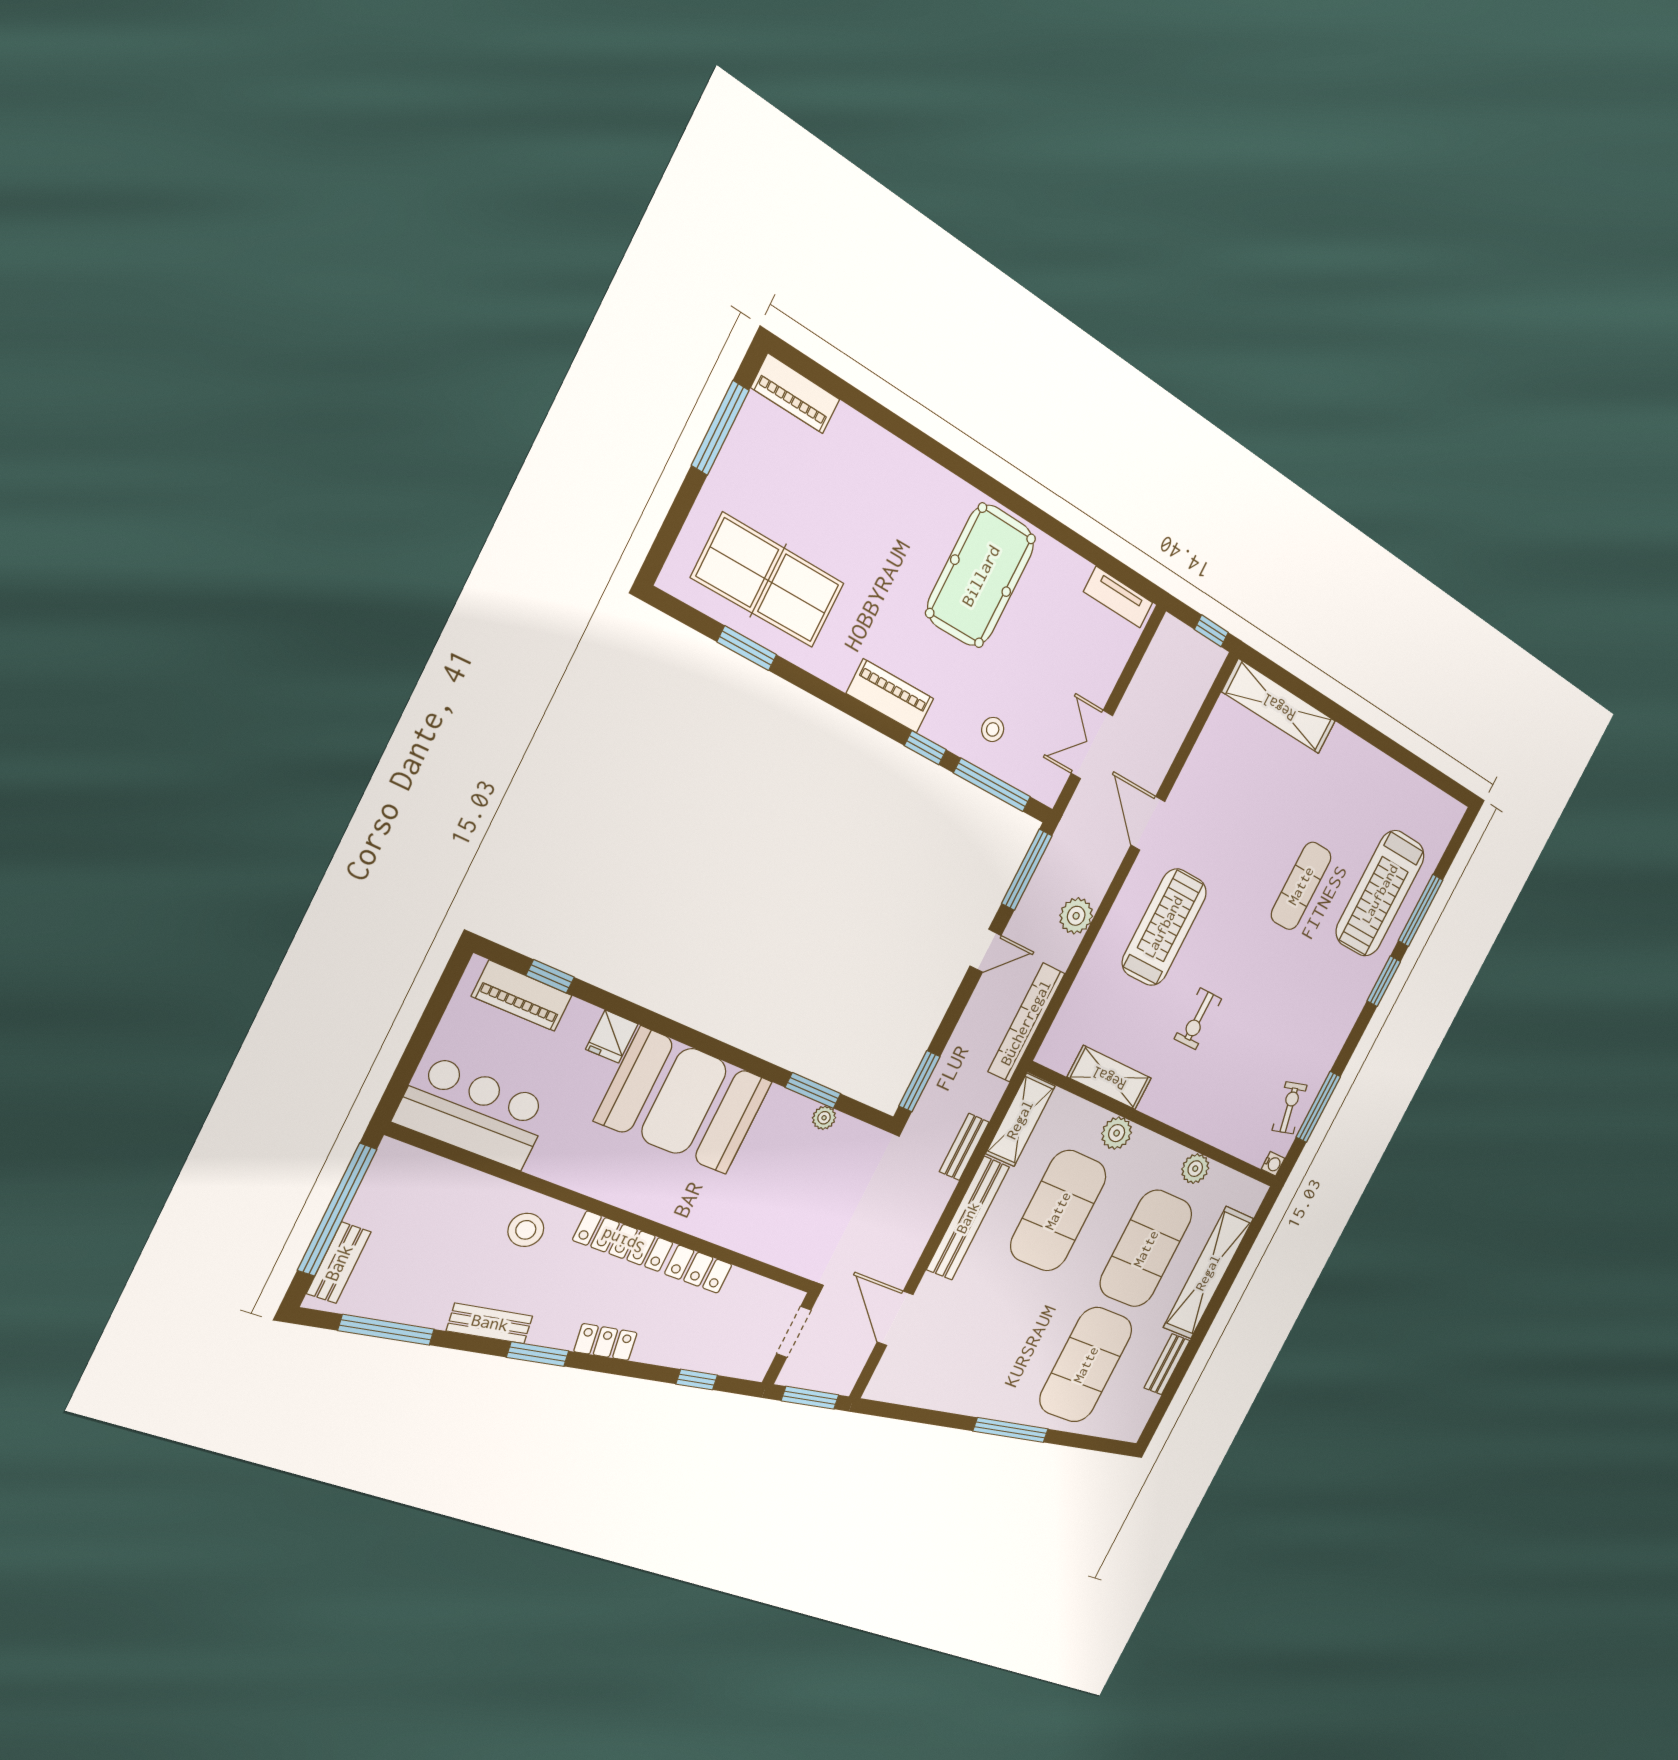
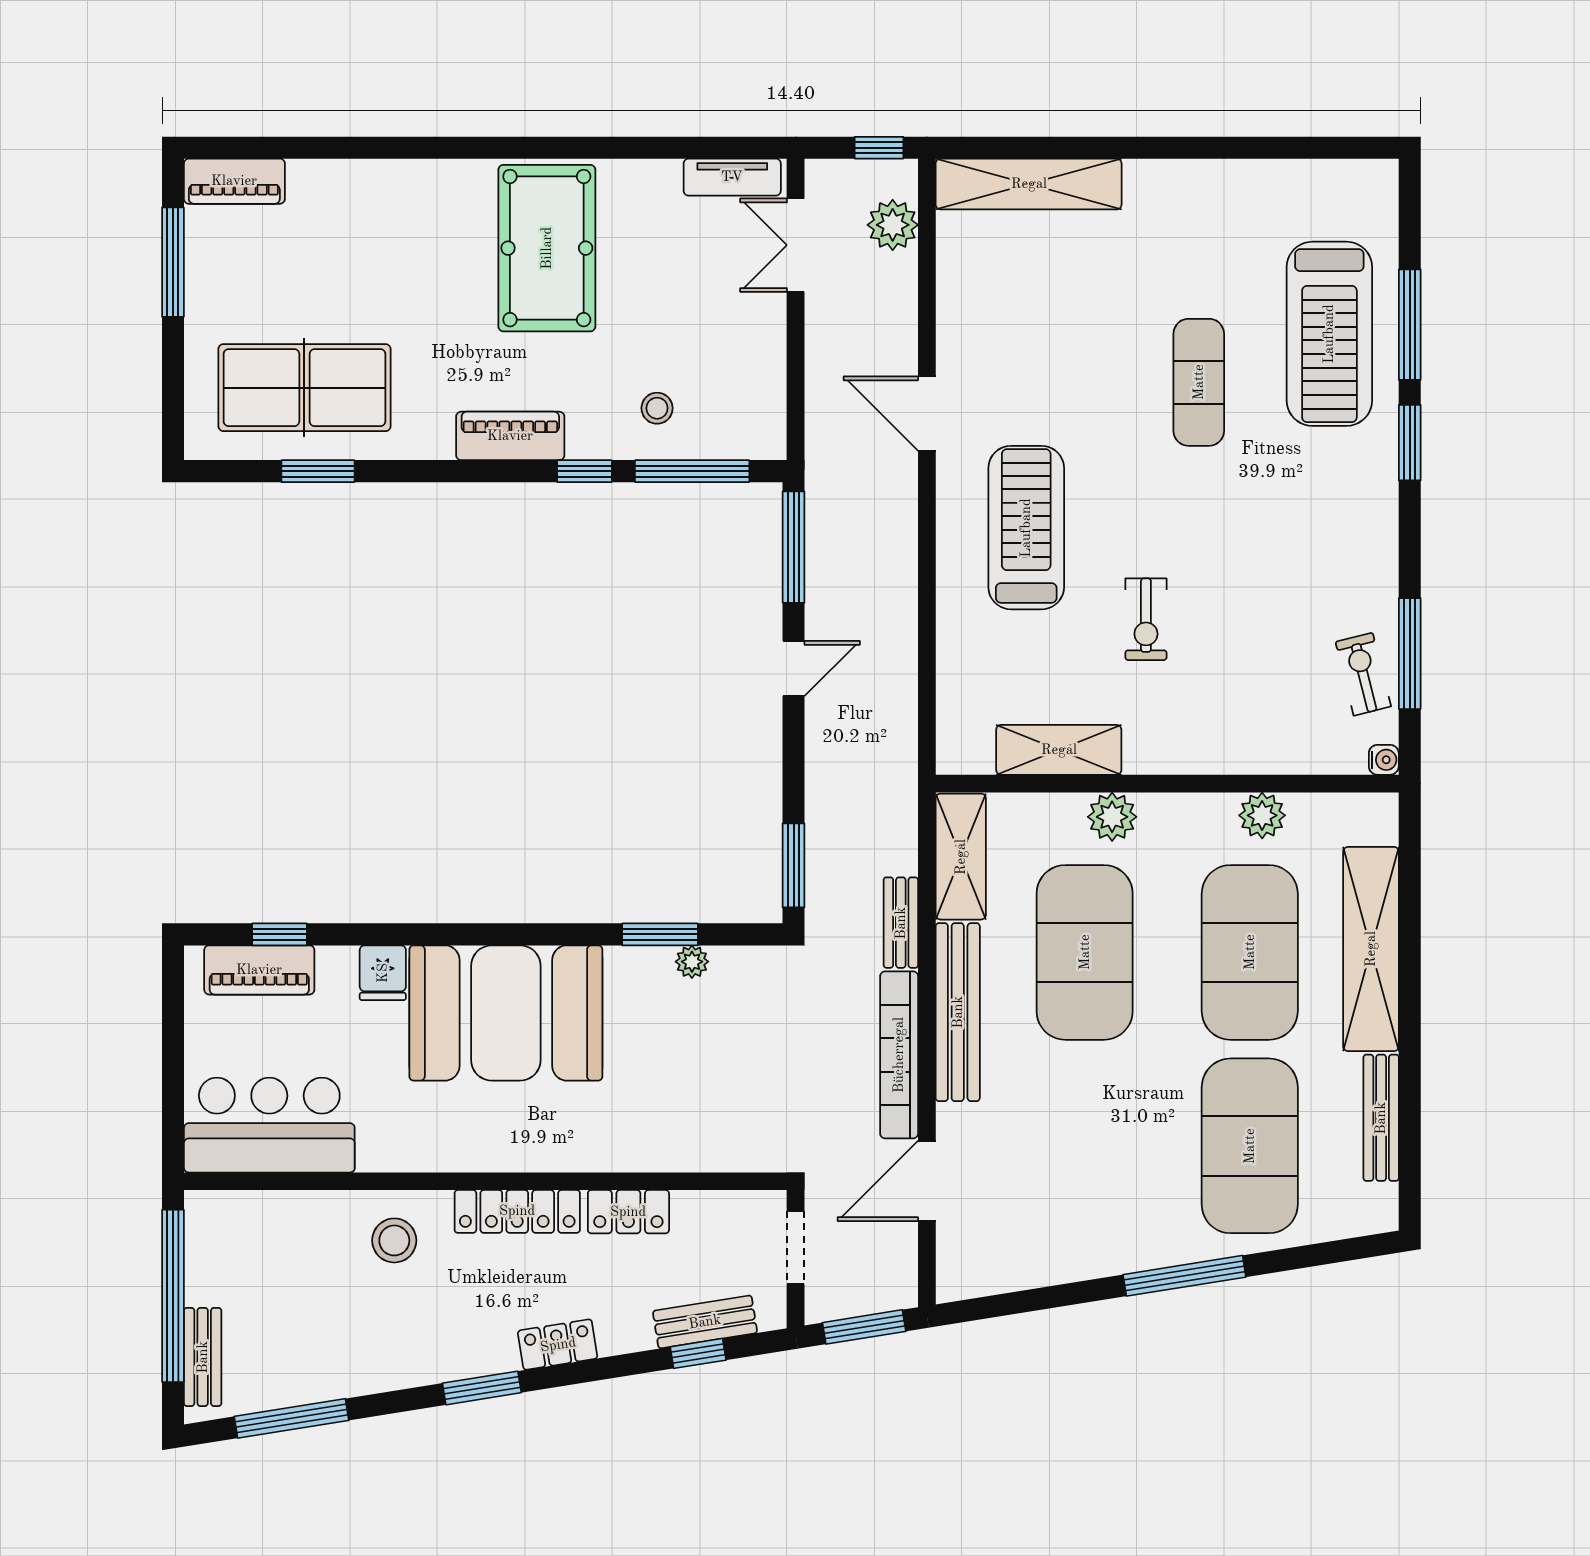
double door: (1092, 744) -> (796, 245), moved
plant: (1076, 916) -> (893, 225), moved
bookcase: (1026, 1023) -> (899, 1055), moved
door: (895, 1318) -> (927, 1181), hinge flipped
bench: (490, 1323) -> (705, 1322), moved
bench: (1167, 1364) -> (1381, 1118), width x1.36

